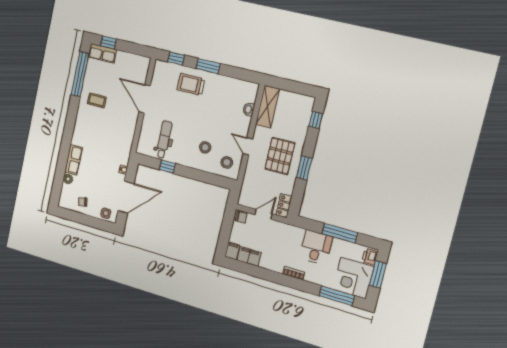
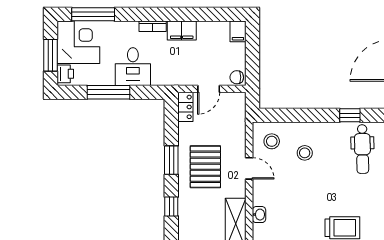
window: (316, 120) -> (171, 206), moved
filing cabinet: (249, 256) -> (182, 31), moved

